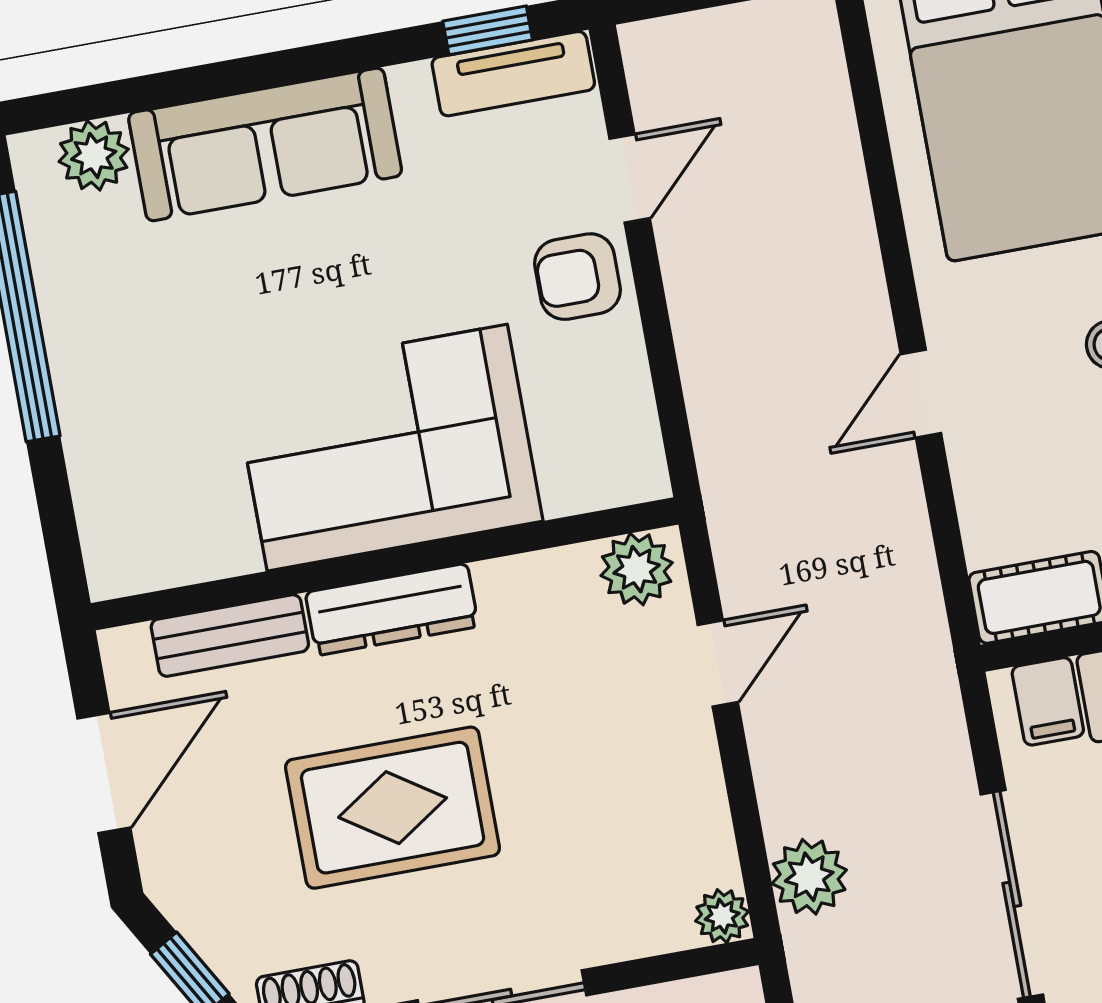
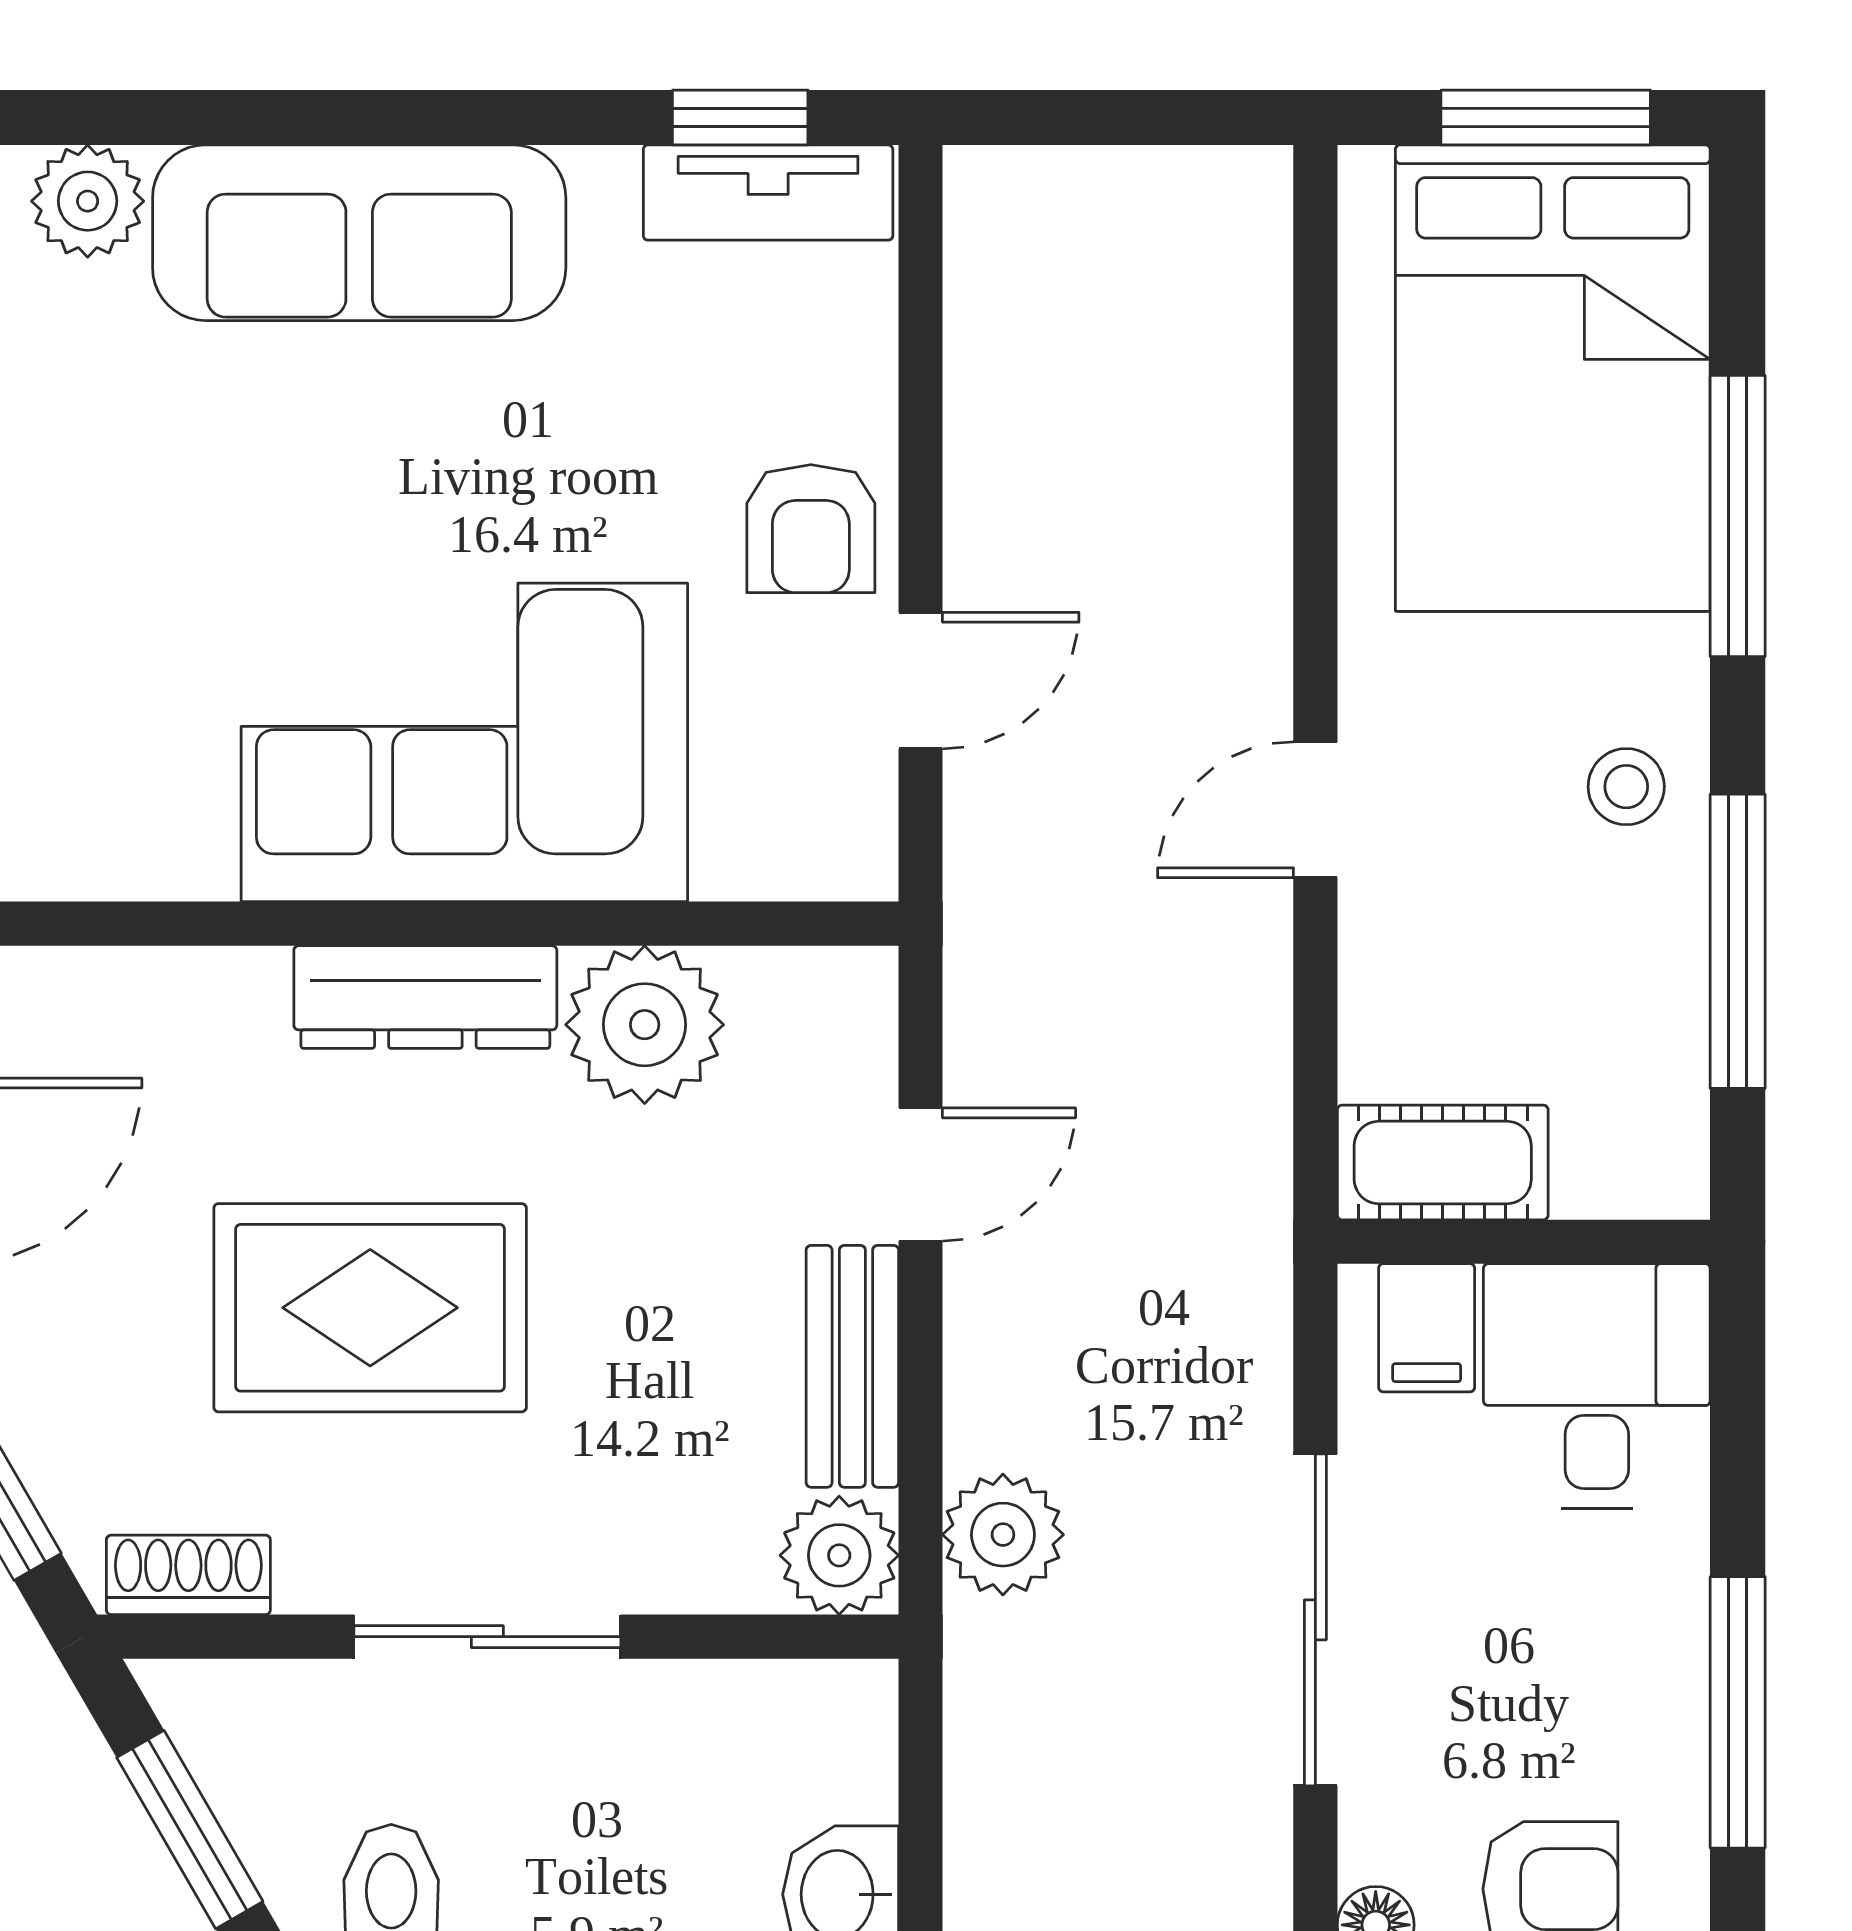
door: (630, 178) -> (920, 681), moved
armchair: (577, 277) -> (811, 529), turned -90
plant: (637, 569) -> (645, 1025), moved, width x1.36, depth x1.36
bench: (230, 635) -> (852, 1366), moved, turned 90
plant: (722, 916) -> (839, 1555), width x1.38, depth x1.38

